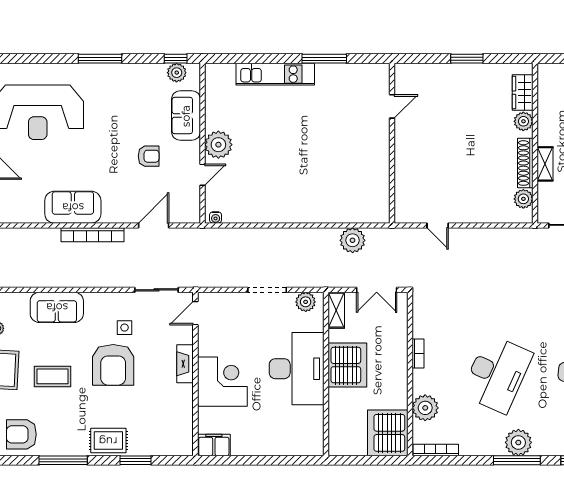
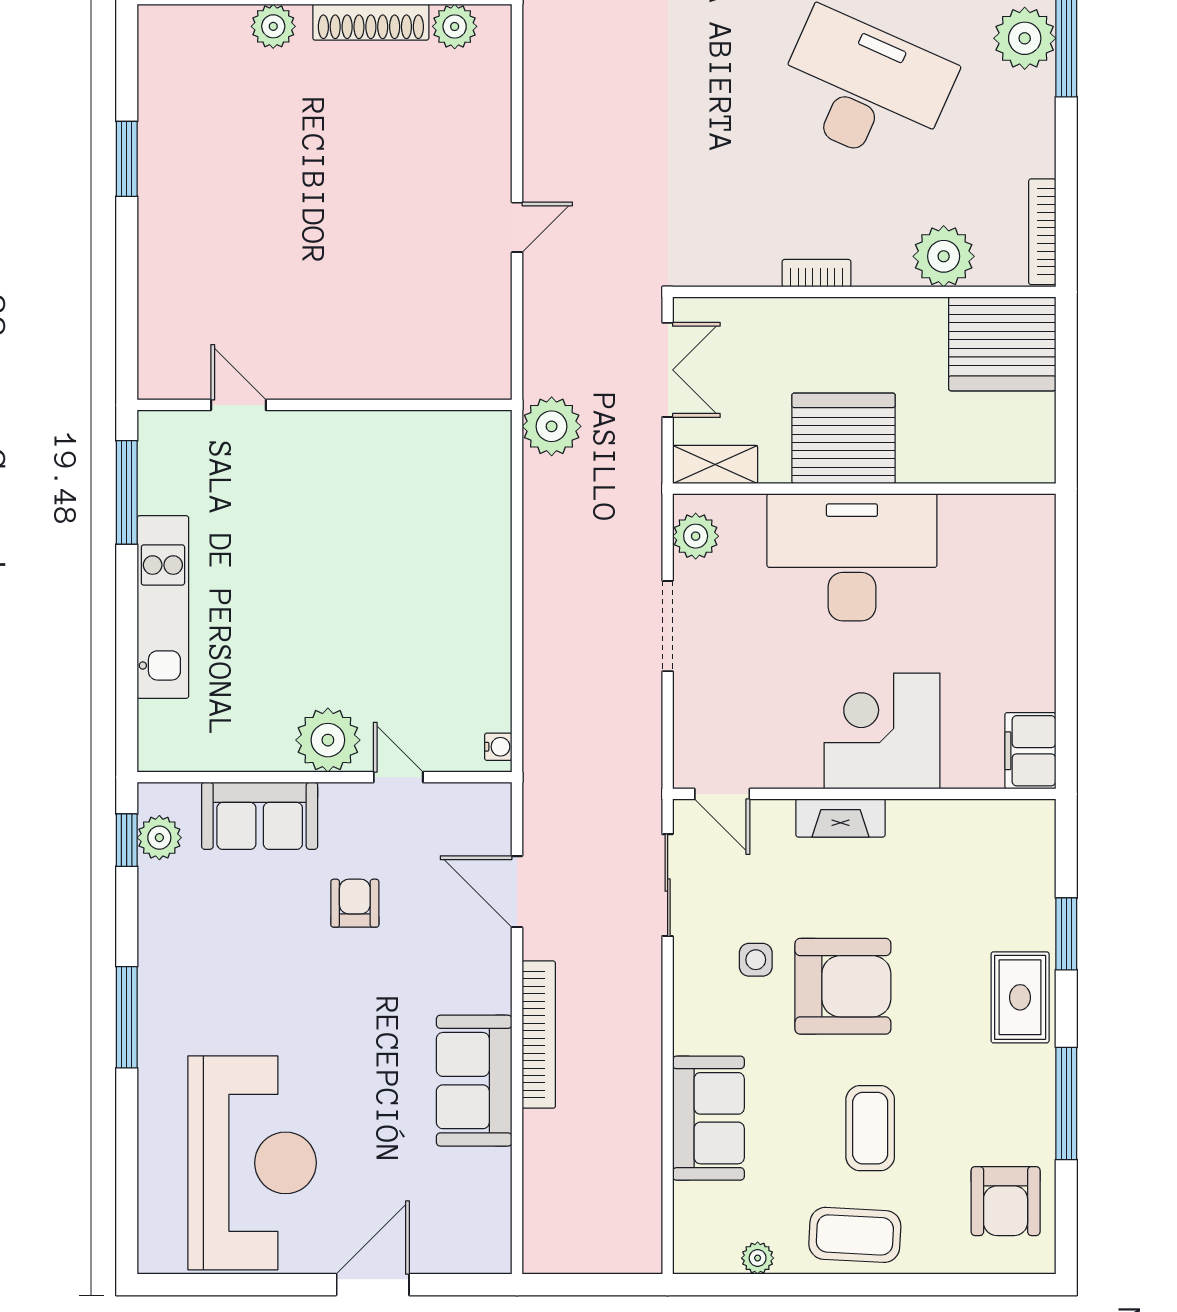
wardrobe: (523, 93) -> (206, 28), removed
door: (392, 106) -> (238, 405), moved
wall: (392, 143) -> (325, 405), moved

